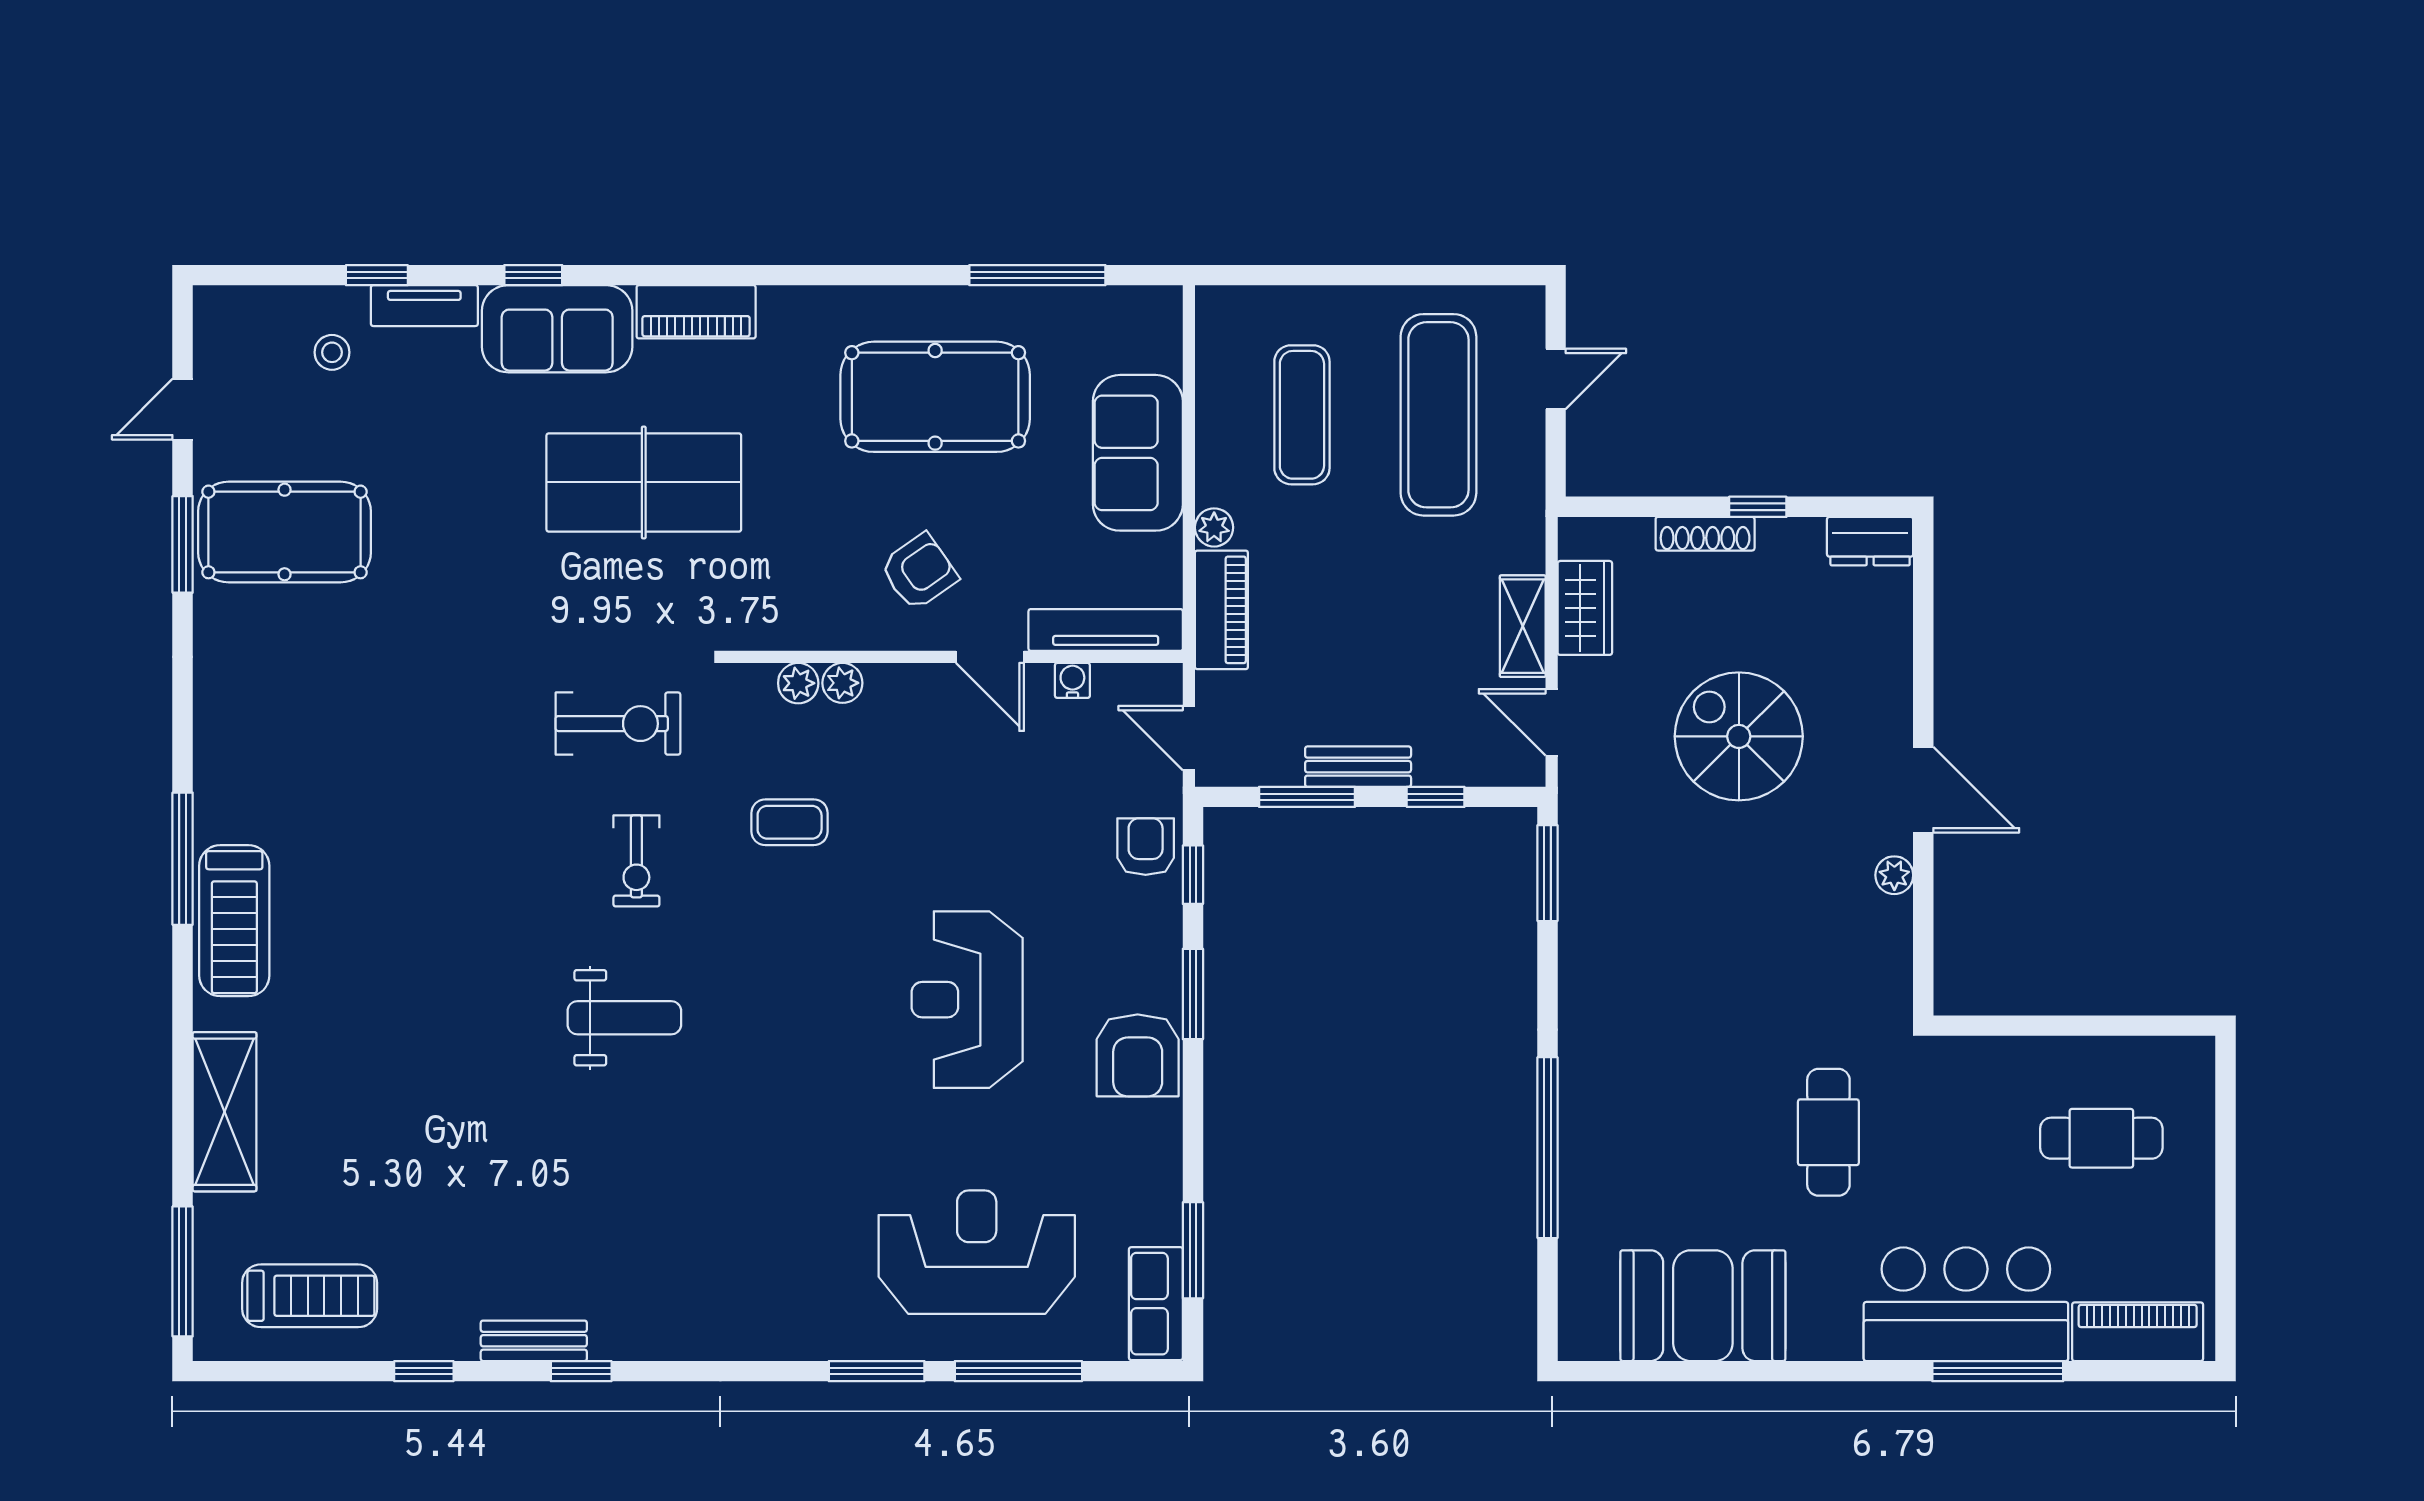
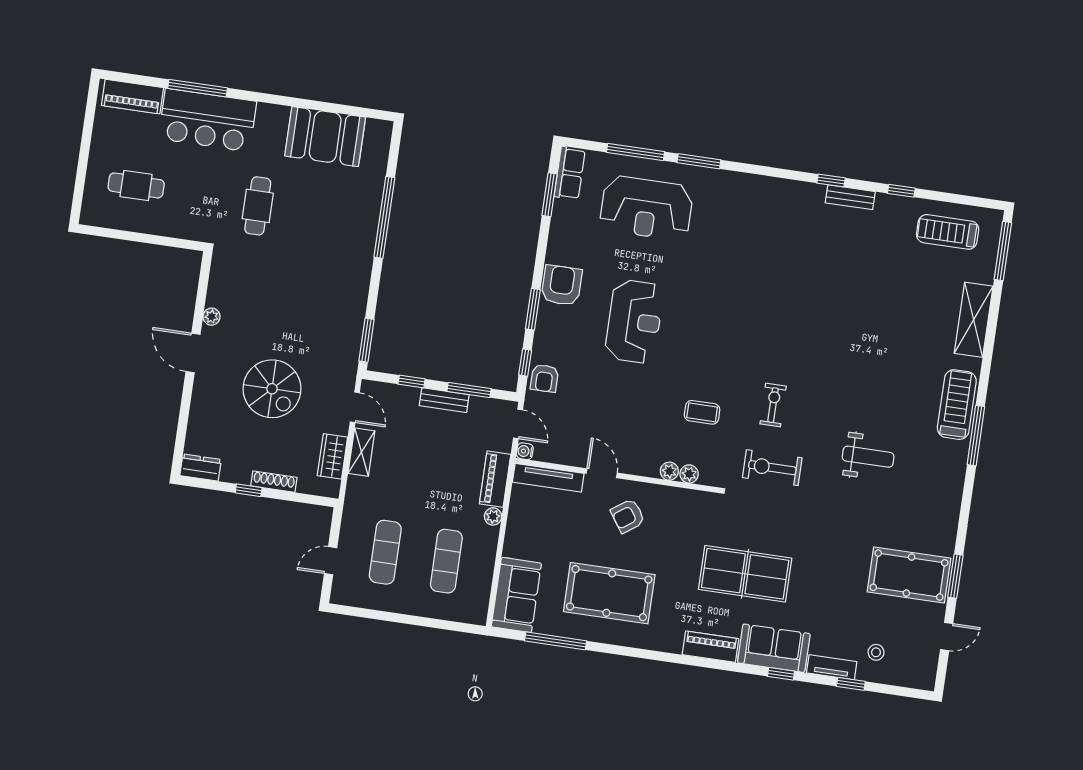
exercise mat: (1438, 415) -> (385, 552), width x0.73, depth x0.69
sofa: (1138, 453) -> (516, 595), moved
water cooler: (1072, 680) -> (525, 451), moved, turned 90
weight bench: (624, 1018) -> (868, 457), moved, turned 180

